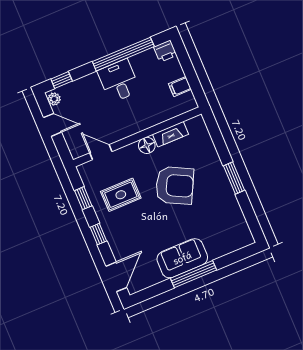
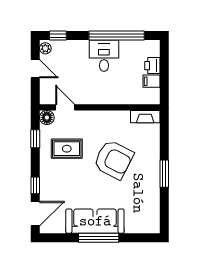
printer: (165, 51) -> (152, 66), moved, turned 90
fireplace: (170, 134) -> (145, 117), moved
floor lamp: (147, 145) -> (47, 118), moved
window: (98, 234) -> (35, 185), moved
sofa: (182, 258) -> (95, 221), width x1.36

